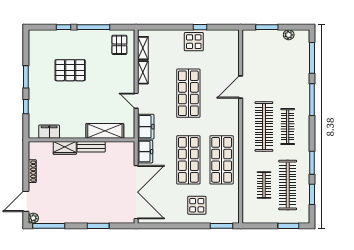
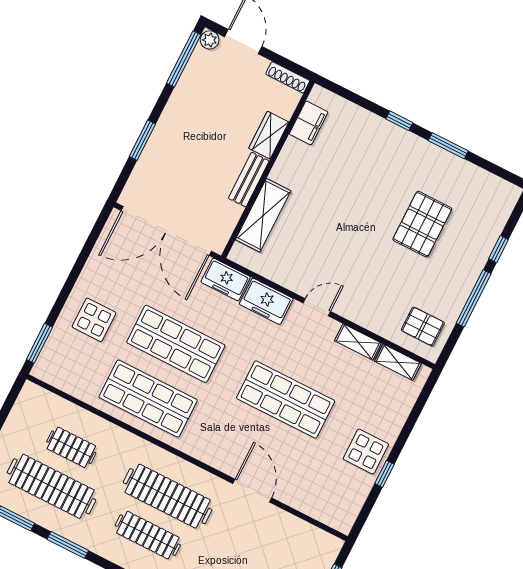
shelving: (105, 131) -> (263, 215), moved
filing cabinet: (49, 132) -> (309, 123), moved
wall: (81, 140) -> (268, 169), moved
bench: (91, 147) -> (249, 180), moved
wardrobe: (65, 148) -> (269, 135), moved

